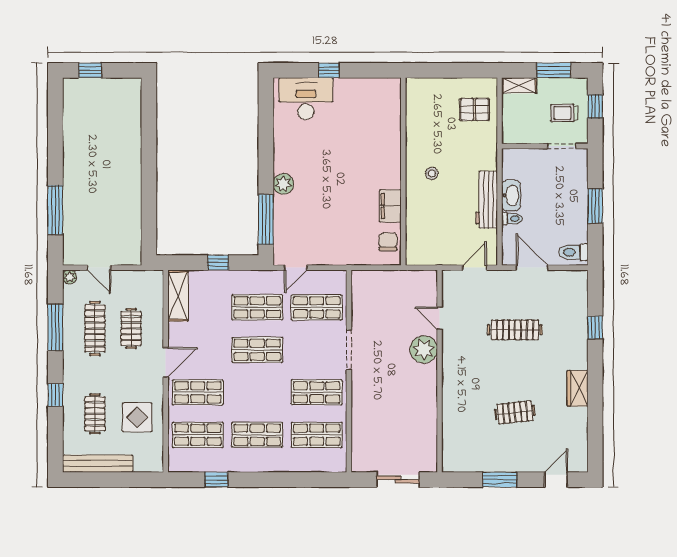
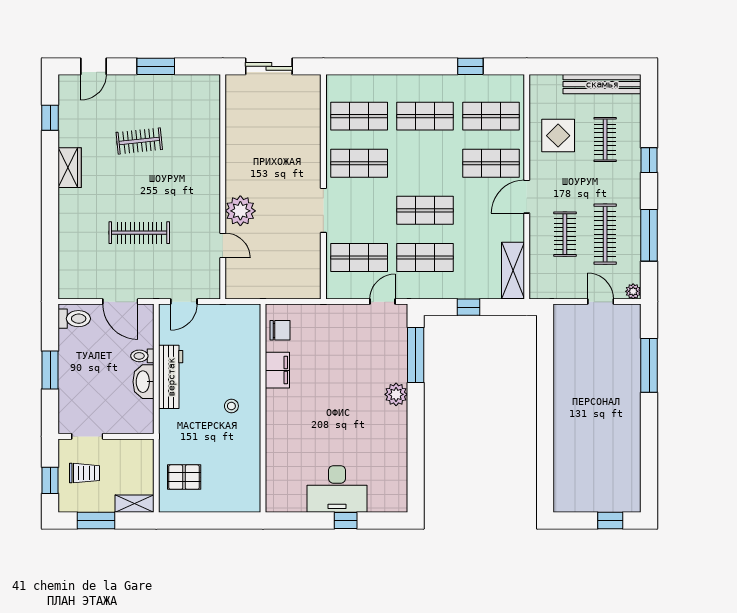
desk: (306, 99) -> (337, 489), moved
chair: (388, 242) -> (280, 330), turned -90
window: (595, 328) -> (50, 118), moved

